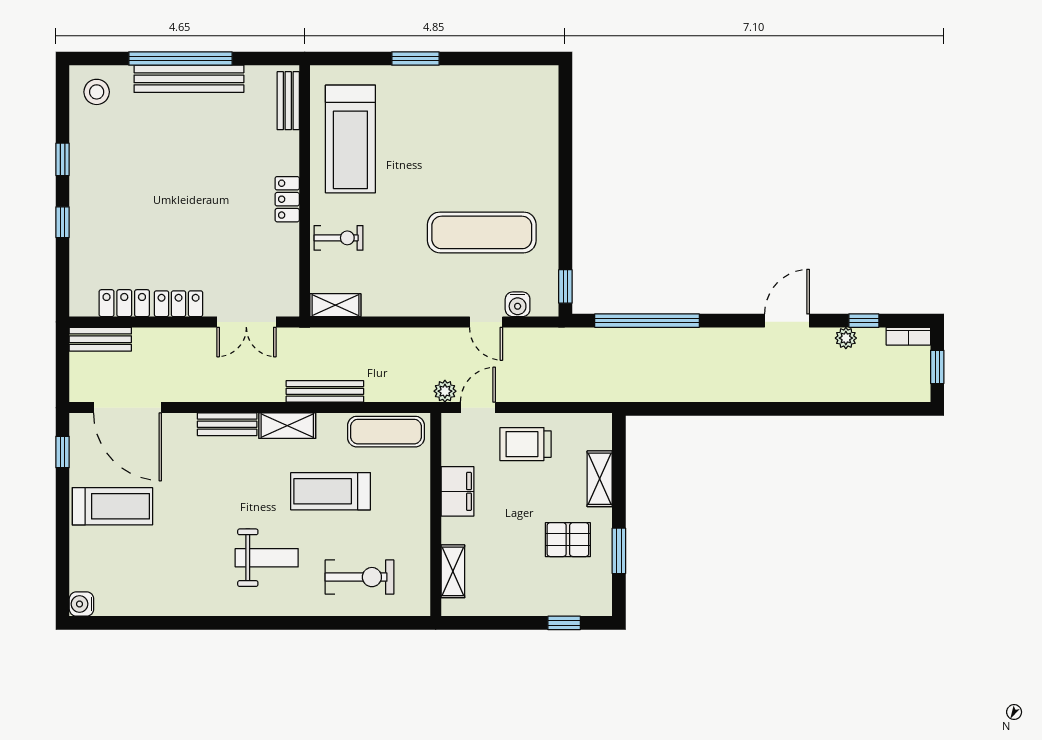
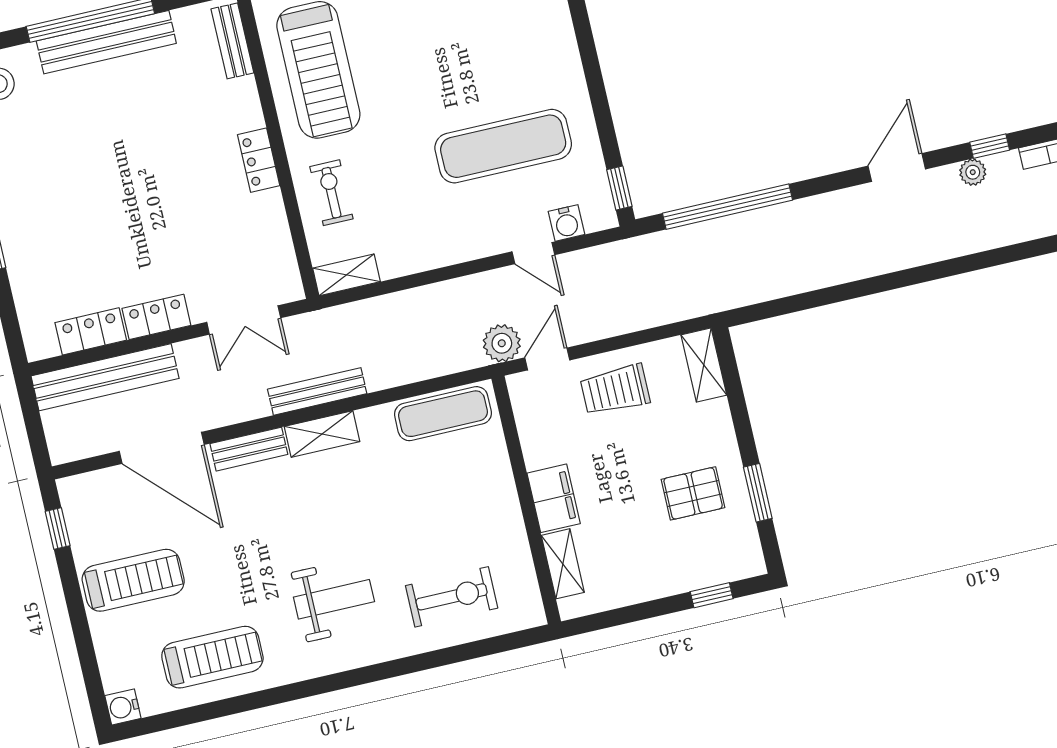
exercise bike: (338, 238) -> (331, 193), turned -90
bench: (100, 339) -> (105, 377), width x1.86, depth x1.21
bench: (325, 391) -> (317, 391), moved
plant: (445, 391) -> (502, 343), width x1.38, depth x1.38
door: (128, 408) -> (162, 448), moved
shelving: (600, 479) -> (704, 365), moved
treadmill: (331, 491) -> (212, 657), moved, turned 180
filing cabinet: (457, 491) -> (554, 498), moved

